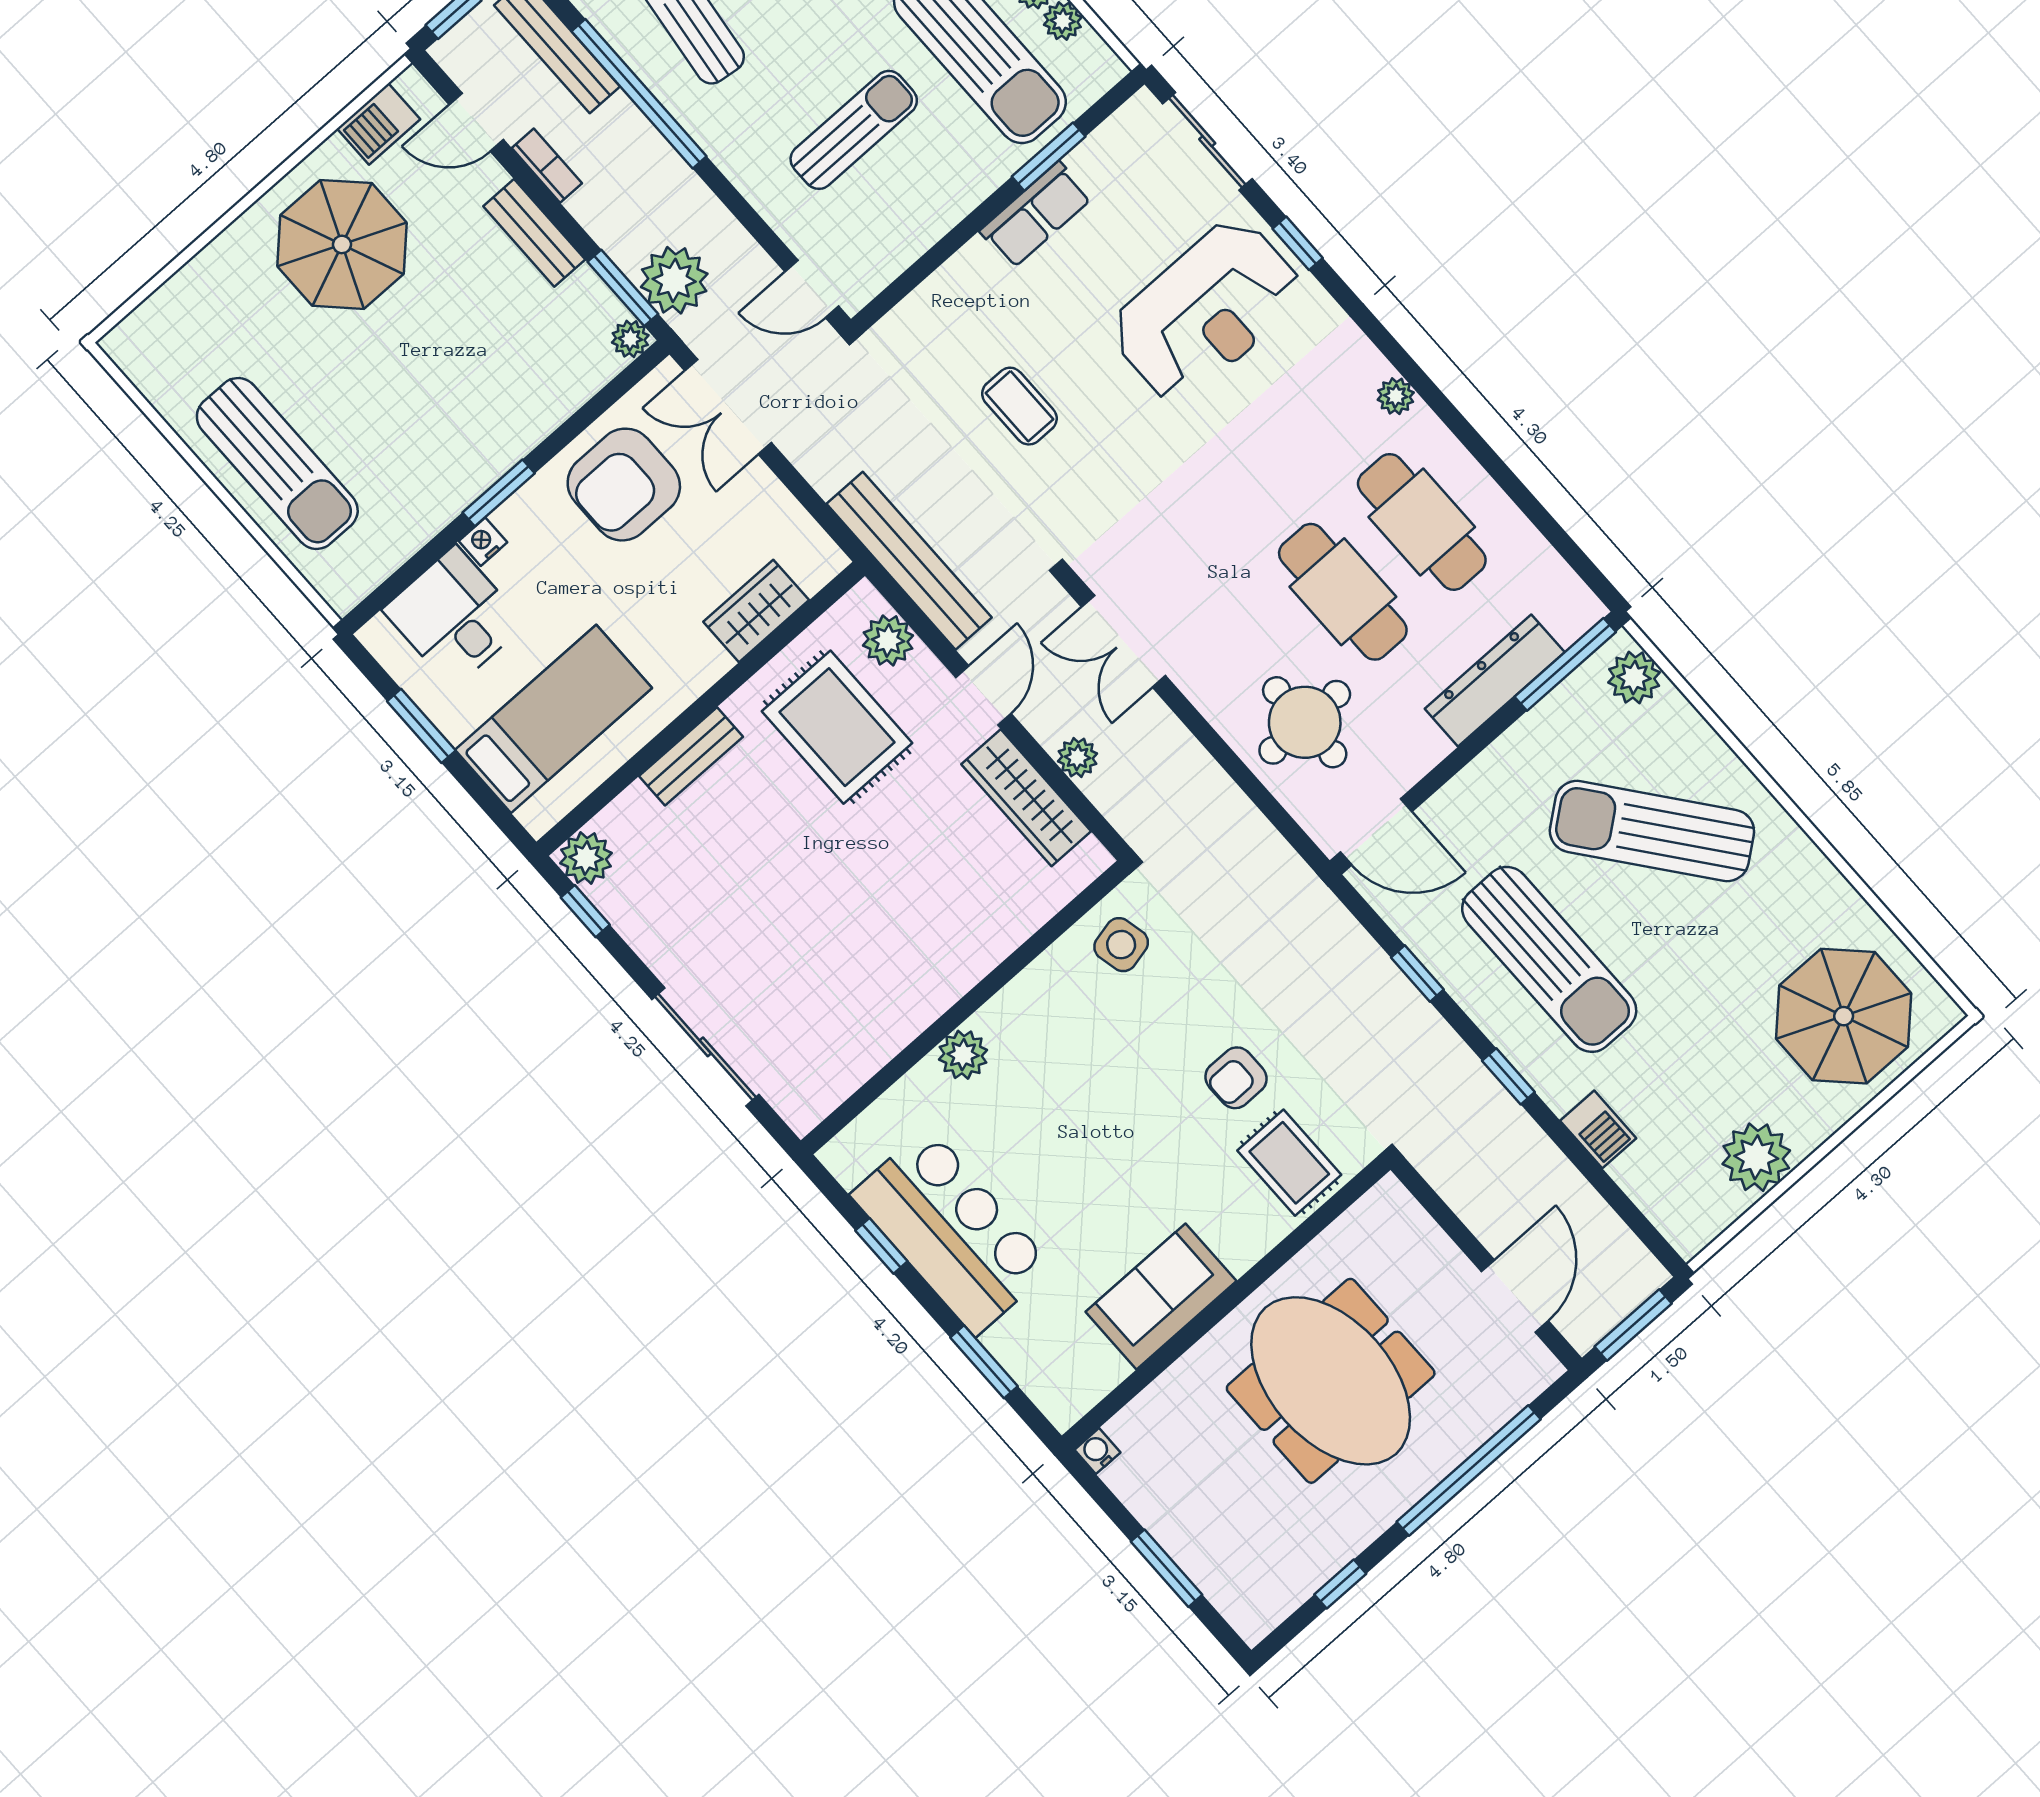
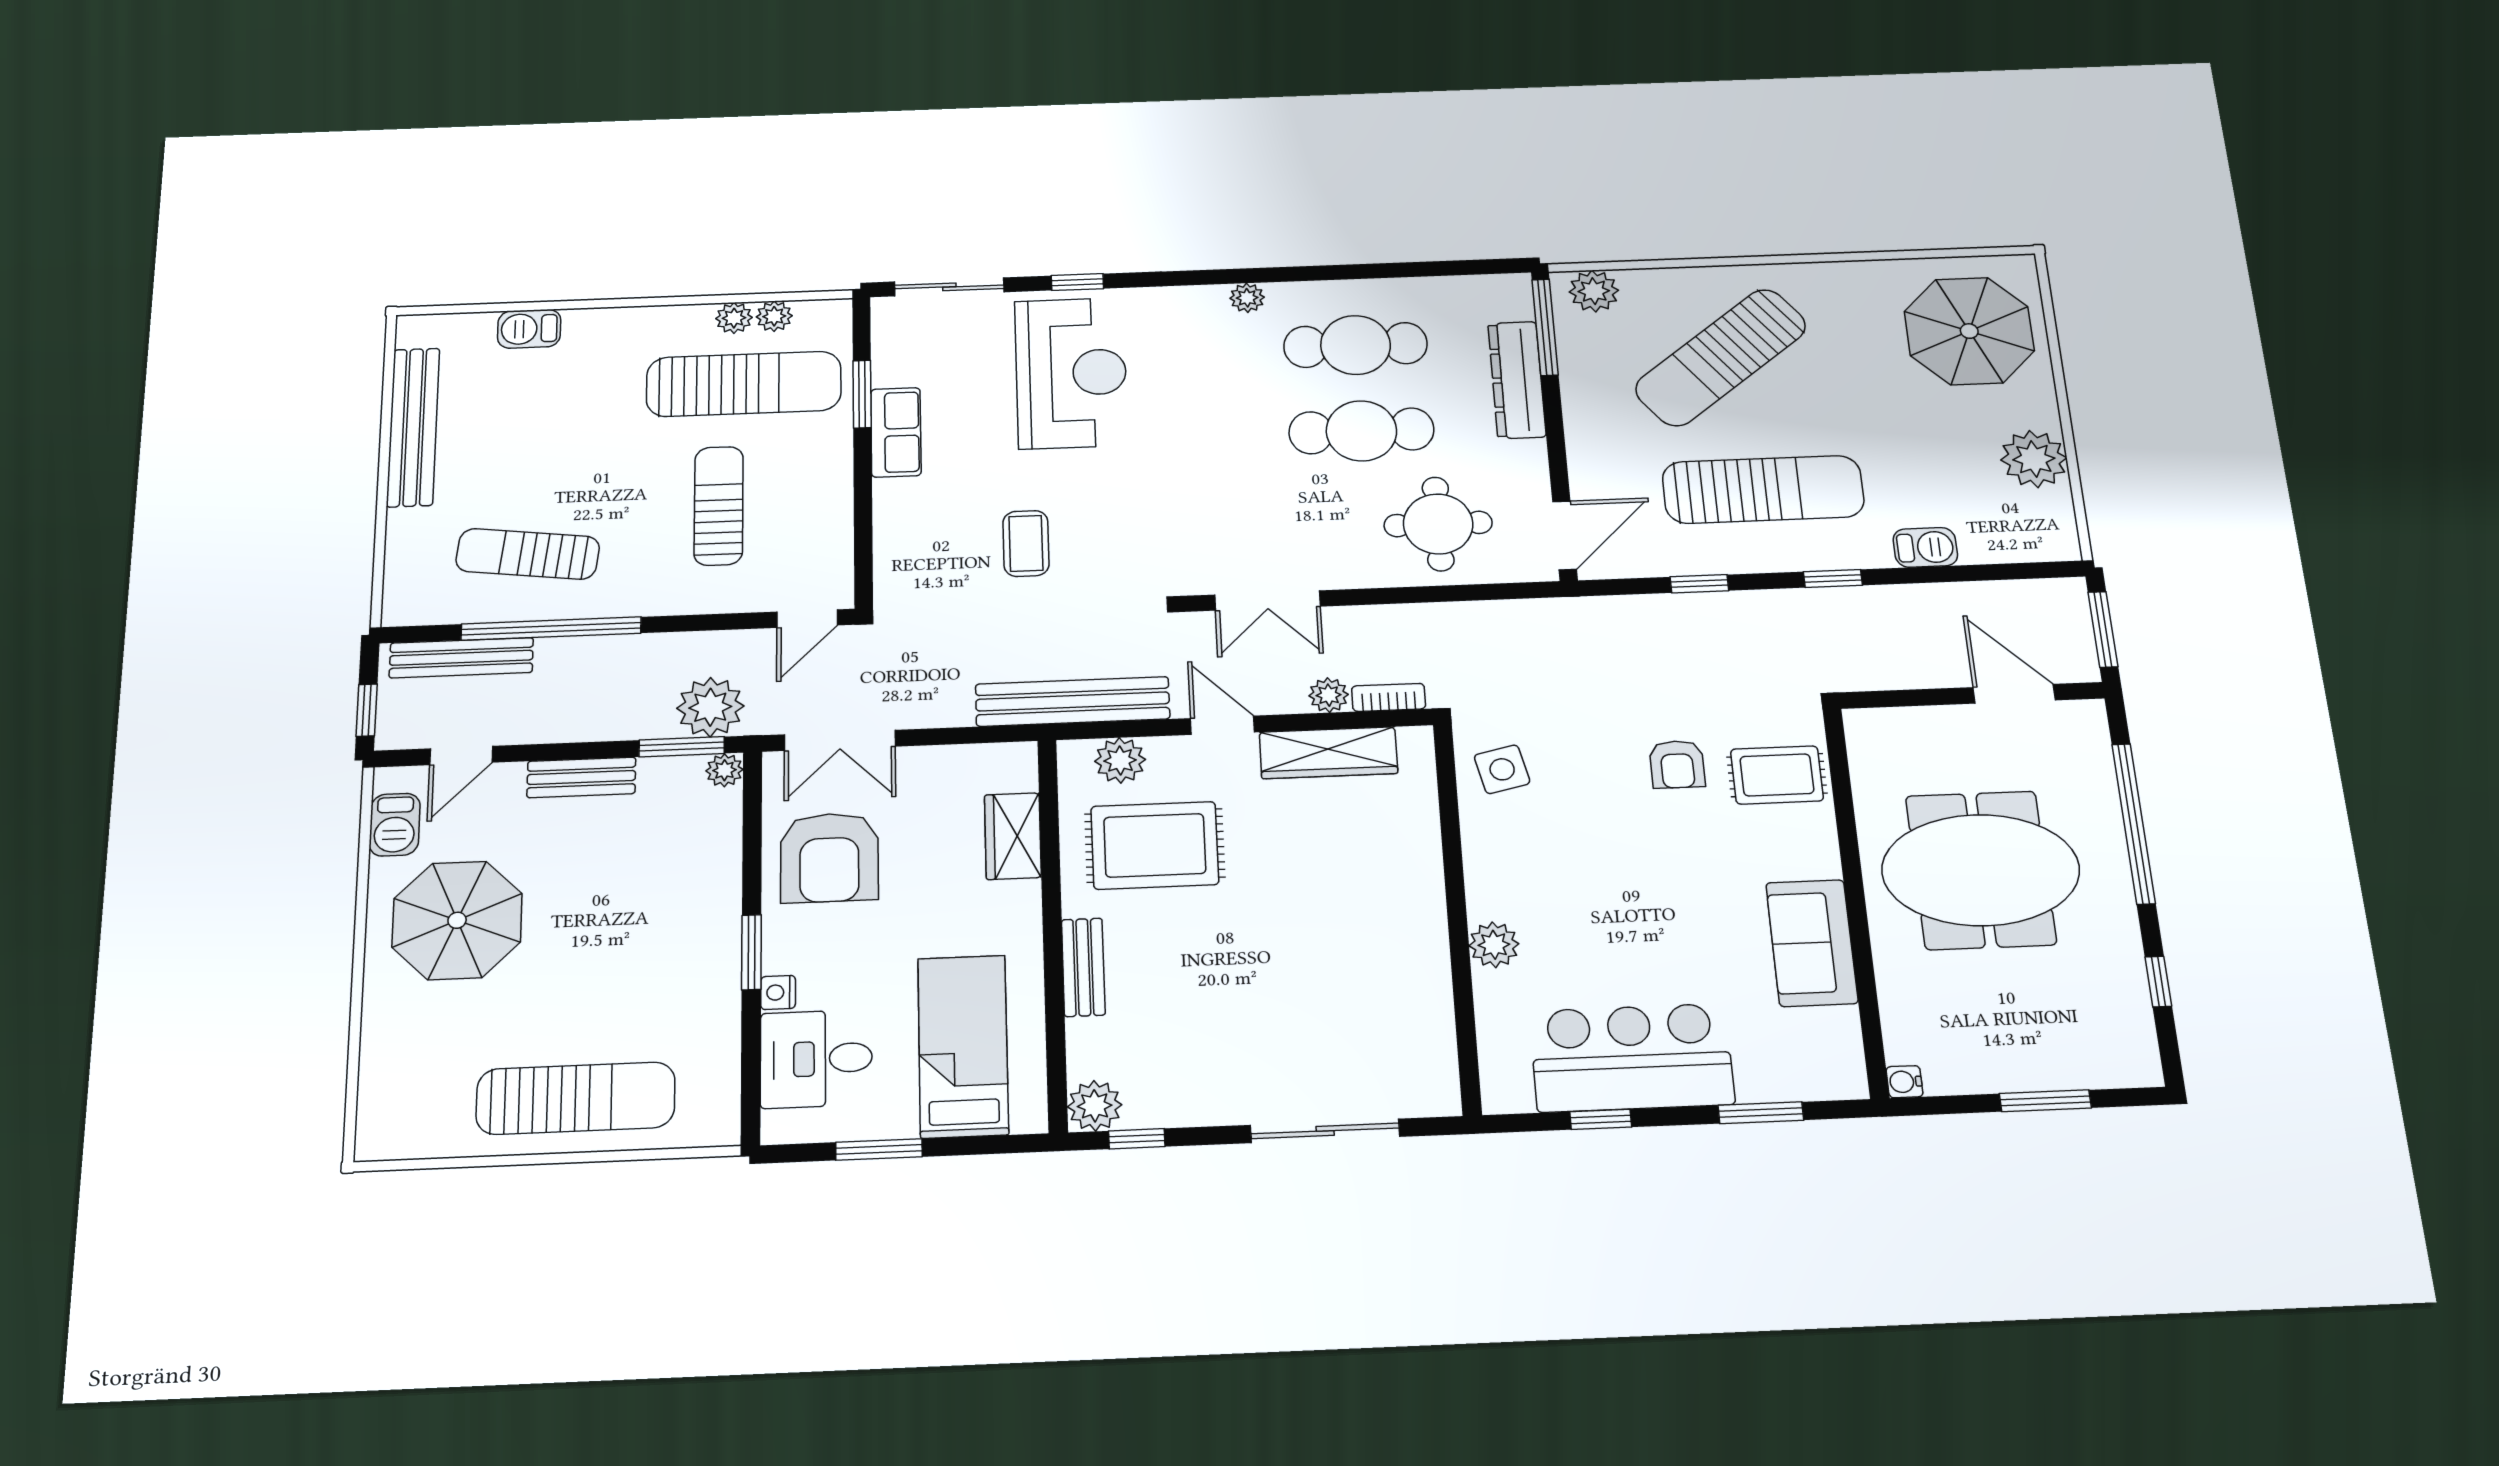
bookcase: (547, 166) -> (1389, 697), moved
coffee table: (1019, 406) -> (1026, 543), turned 90

